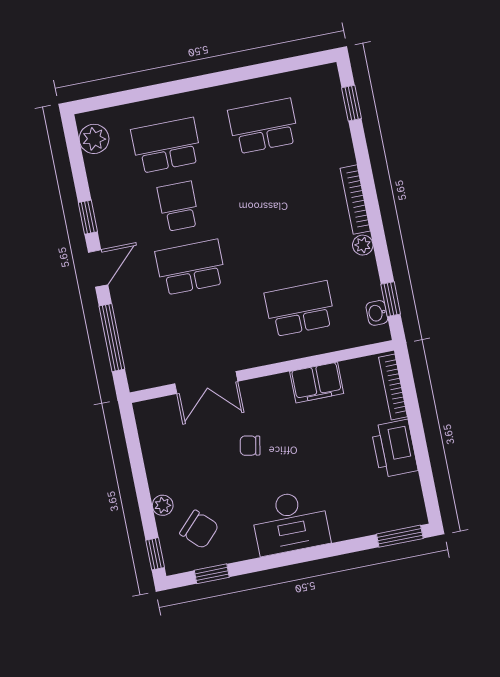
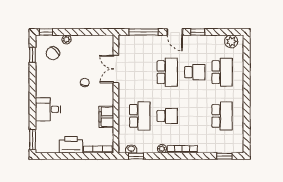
school desk: (288, 248) -> (167, 116), added
desk: (290, 522) -> (48, 109), moved, width x0.73

